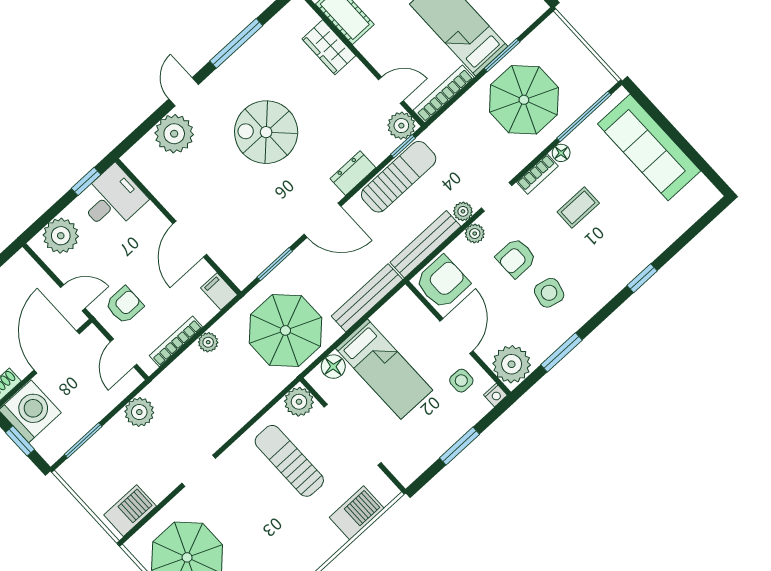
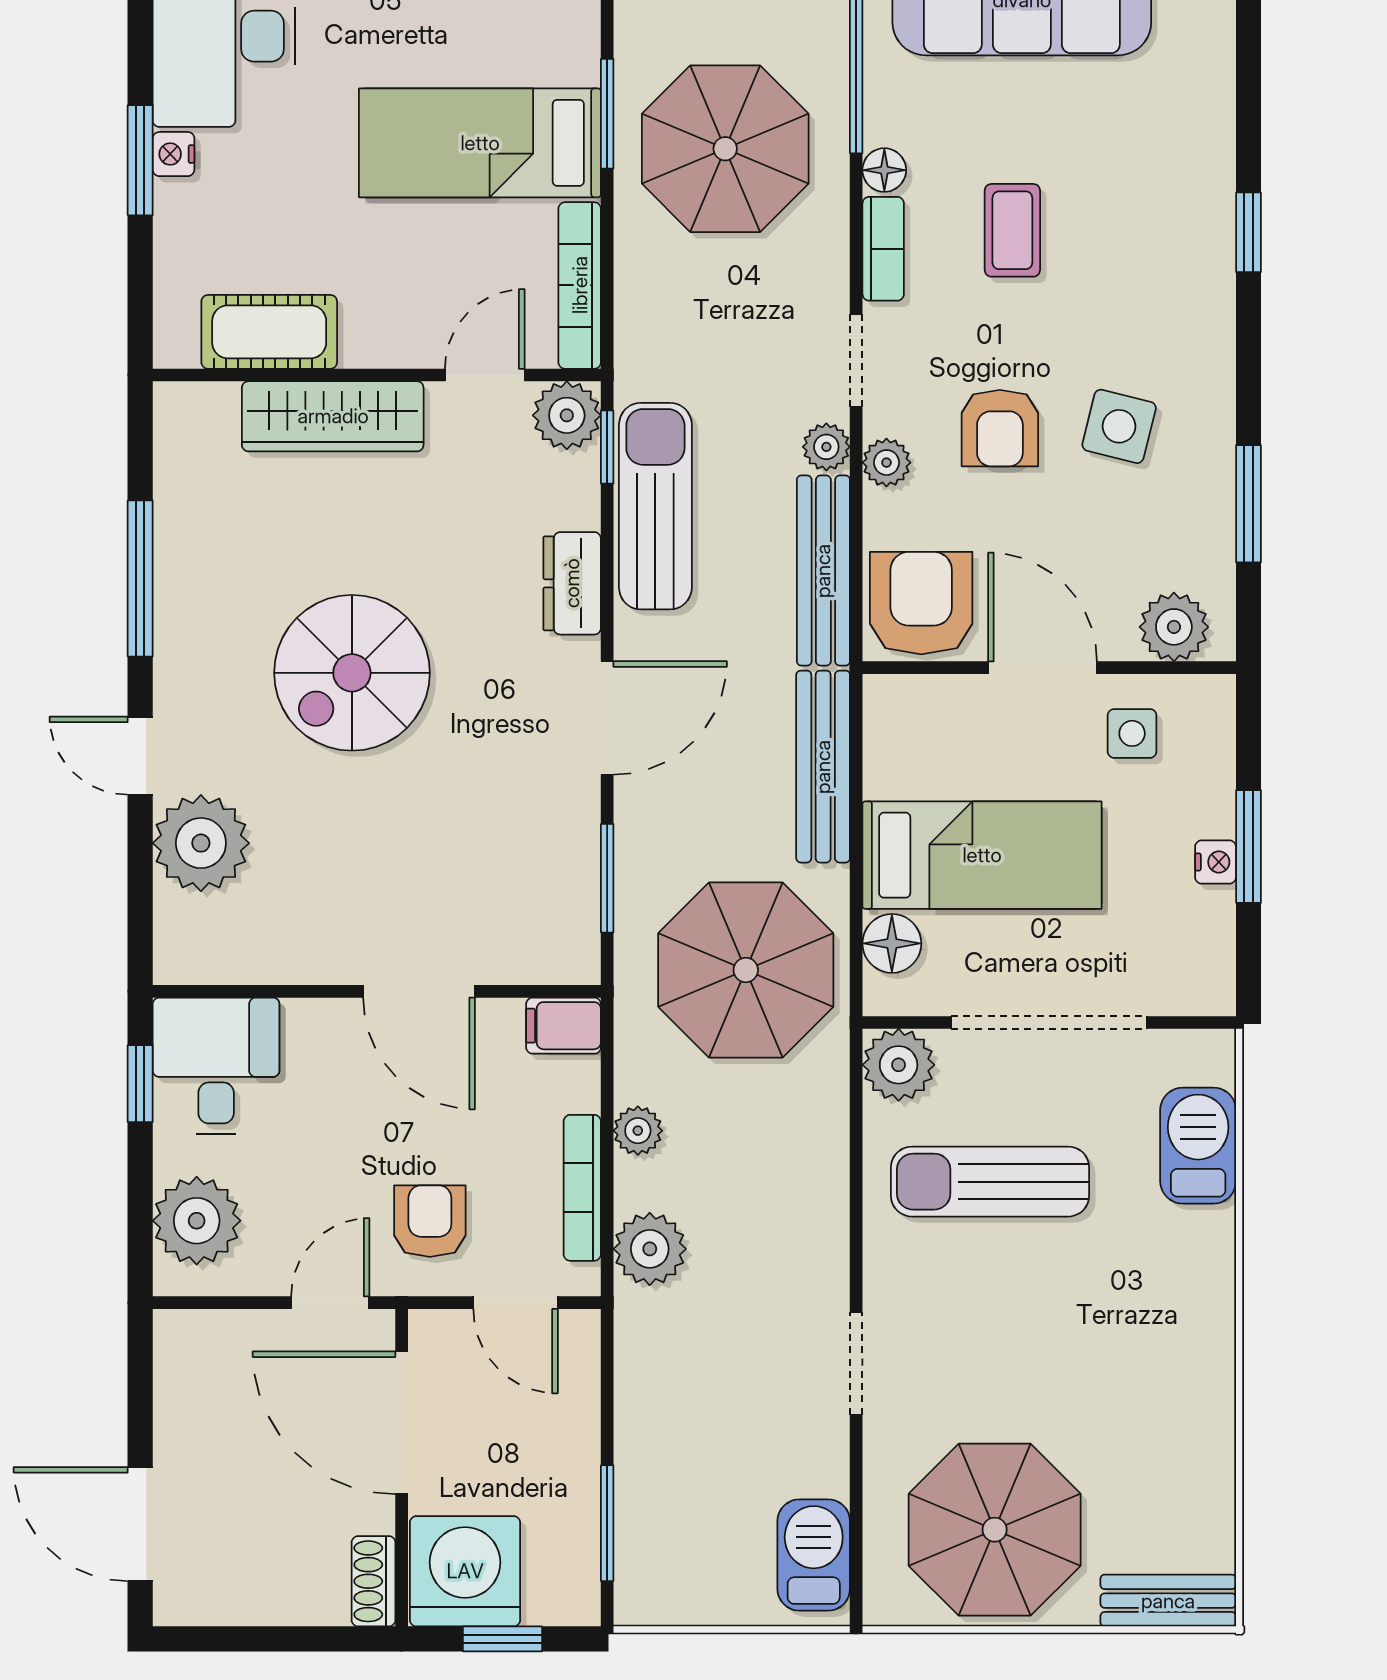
wardrobe: (329, 47) -> (333, 416), width x1.50
plant: (512, 364) -> (1174, 627), width x0.73, depth x0.73
nightstand: (495, 395) -> (1216, 862), moved
plant: (139, 412) -> (650, 1249), moved

